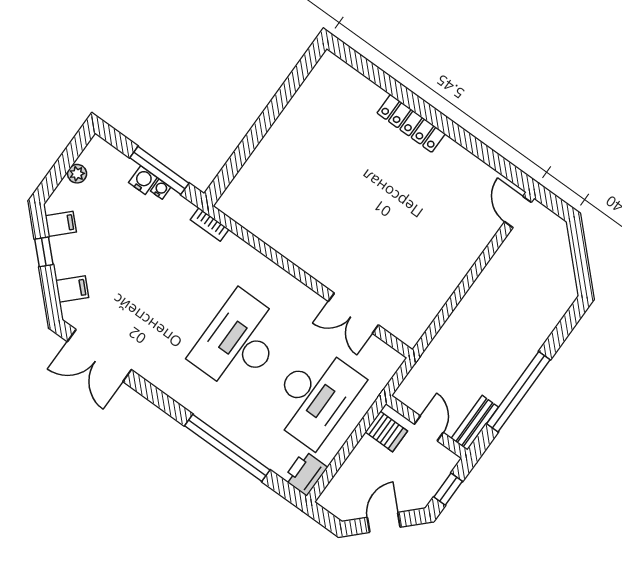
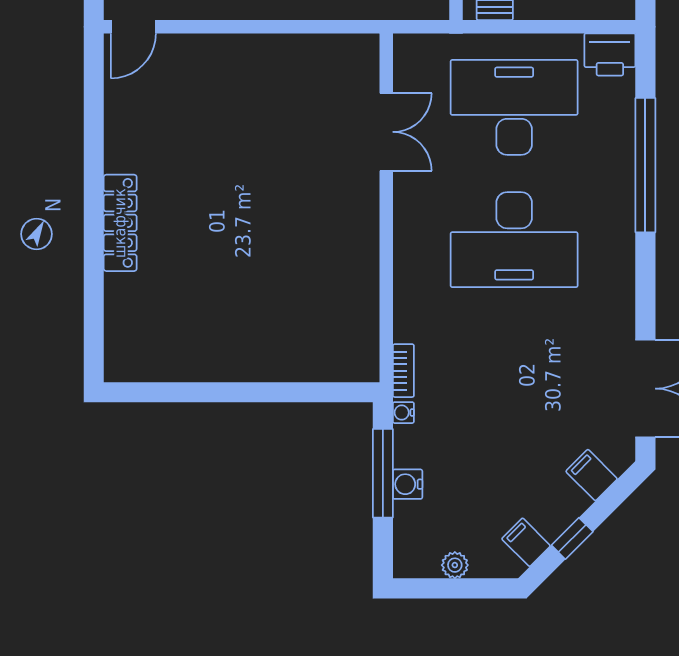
water cooler: (161, 189) -> (403, 413), moved

